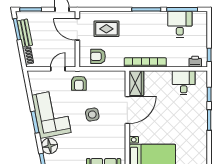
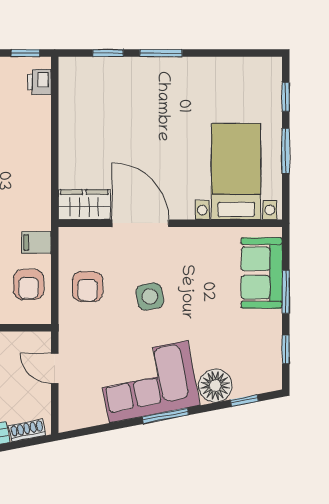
filing cabinet: (118, 60) -> (36, 242), added
bookcase: (145, 62) -> (41, 186), removed
armchair: (79, 83) -> (88, 286), moved, turned 90
desk: (184, 83) -> (84, 106), removed

